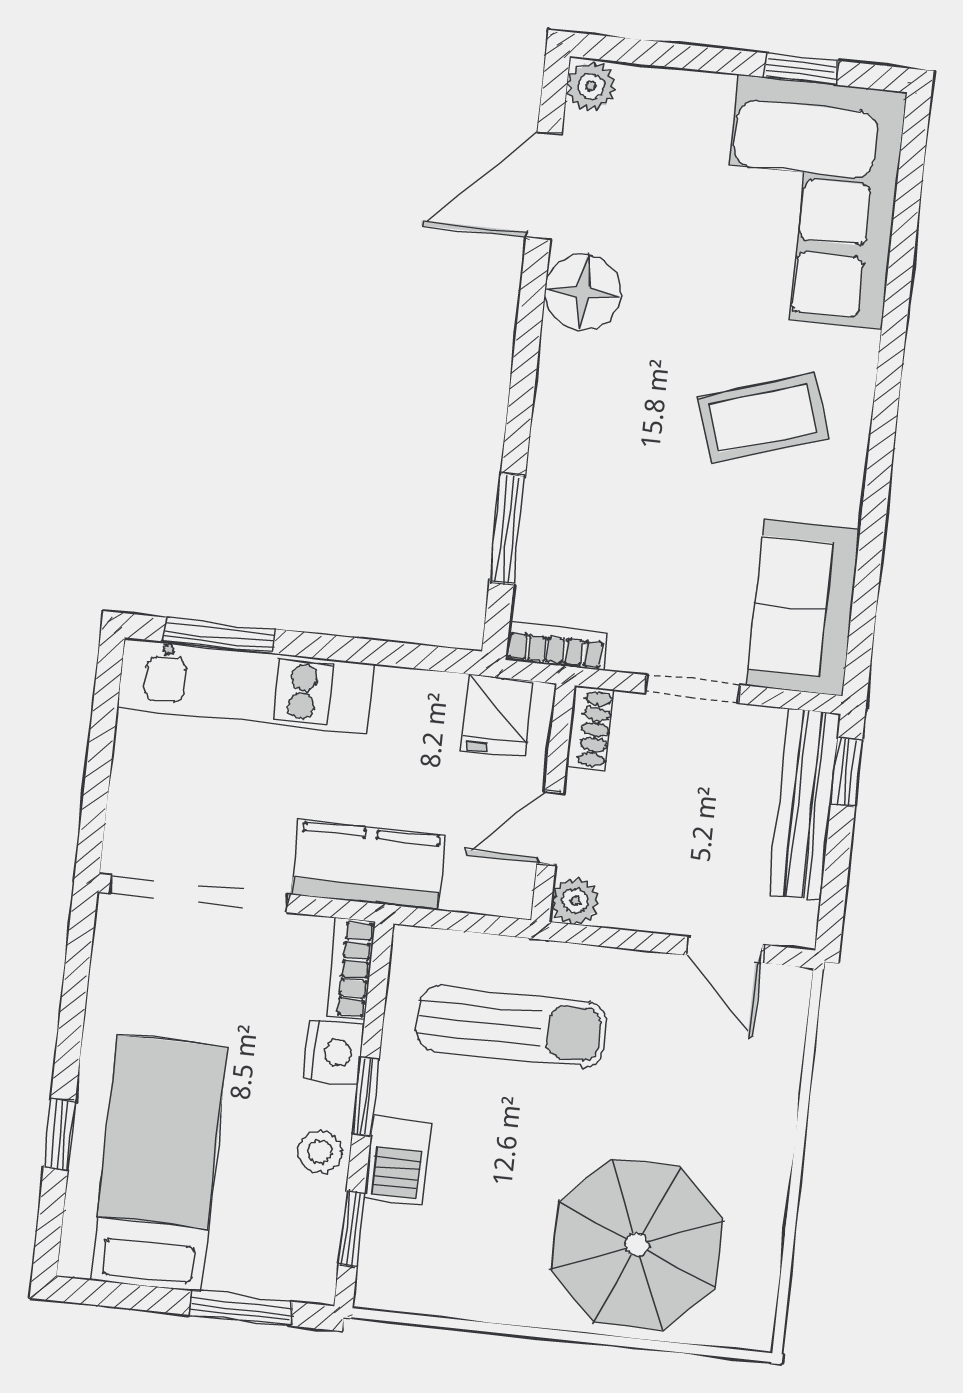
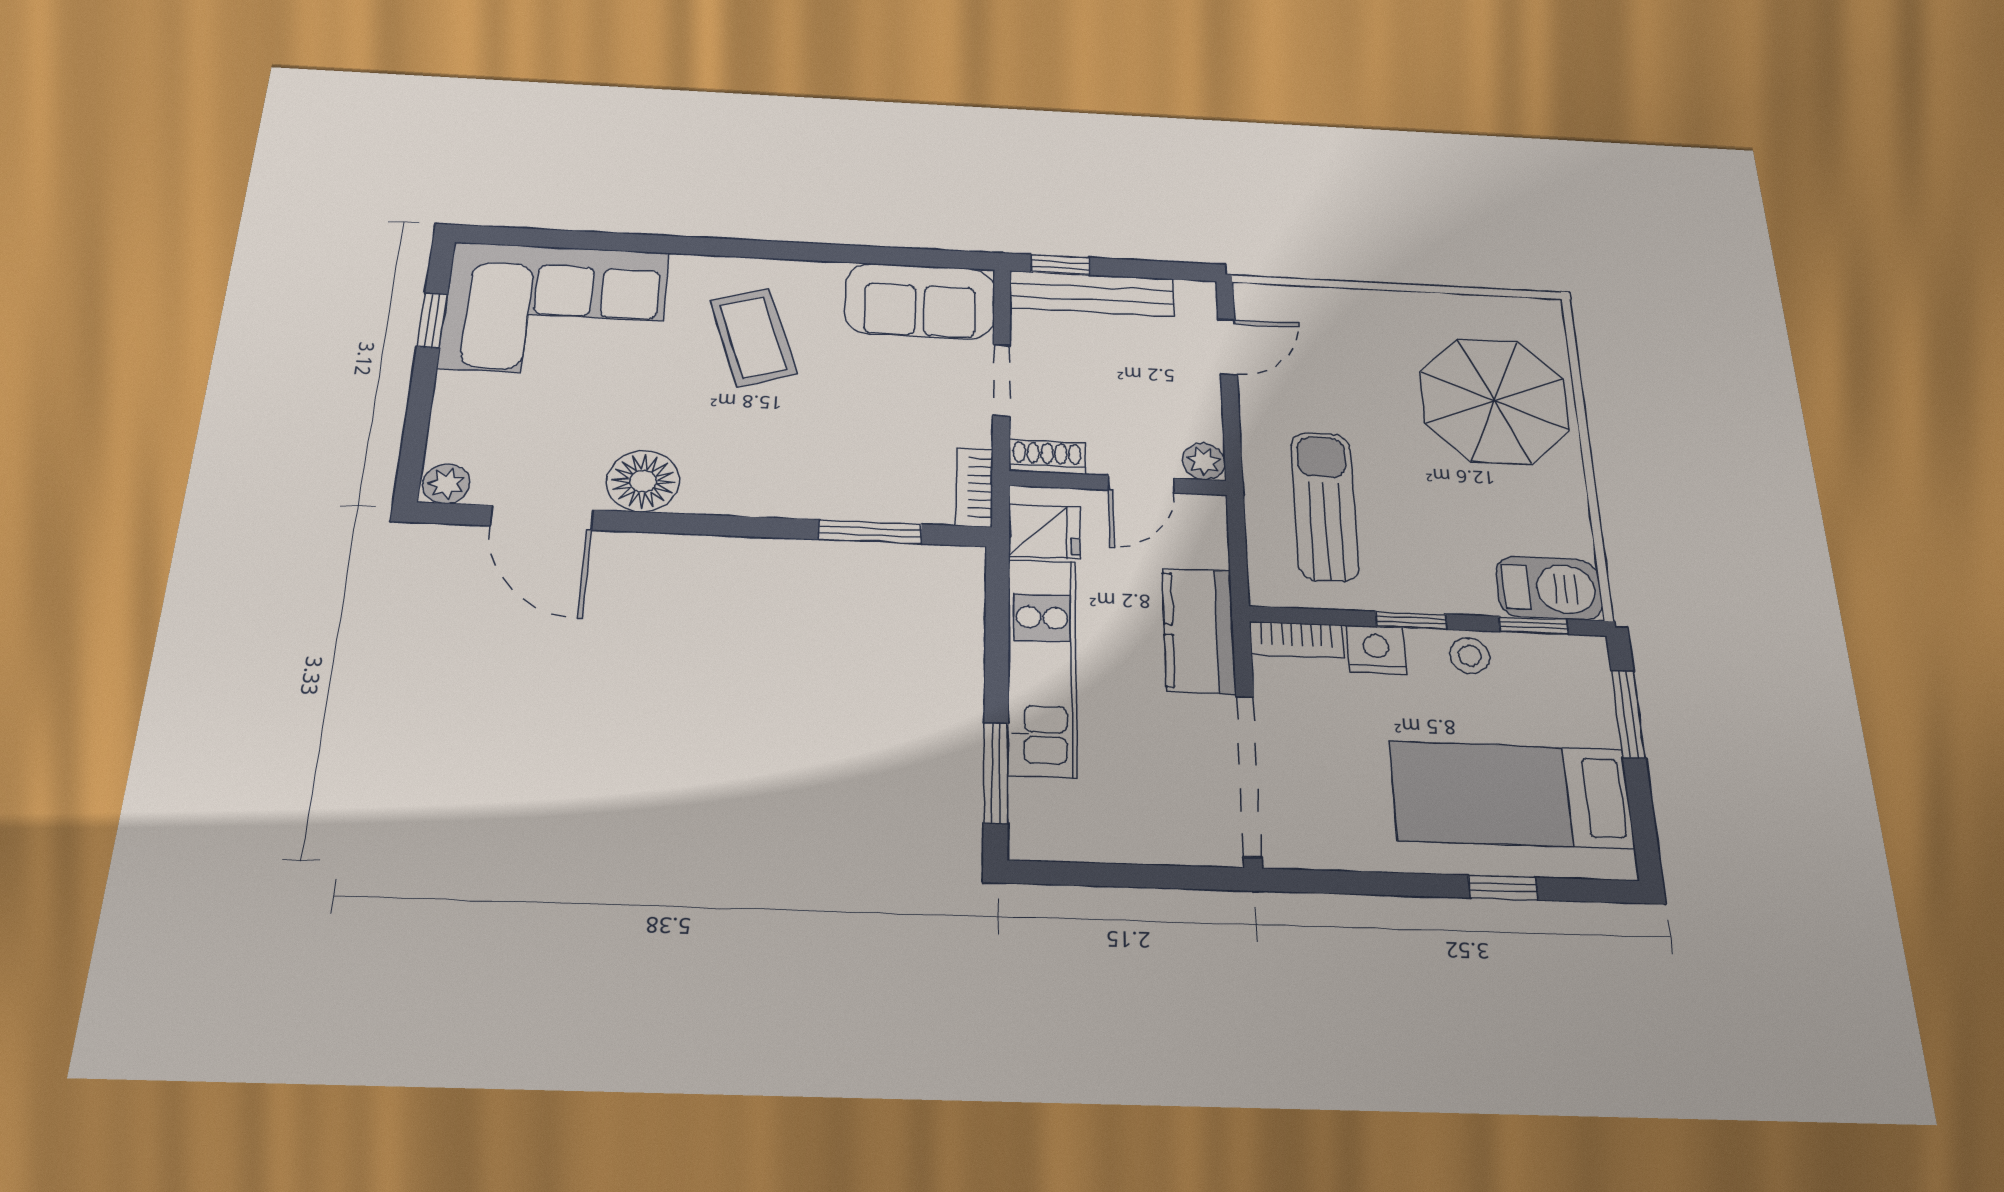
kitchen unit: (245, 686) -> (1042, 667), moved
door: (550, 828) -> (1141, 484), hinge flipped
barbecue: (398, 1160) -> (1549, 588), moved, width x1.38, depth x1.27

